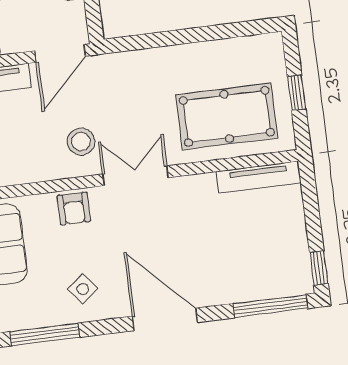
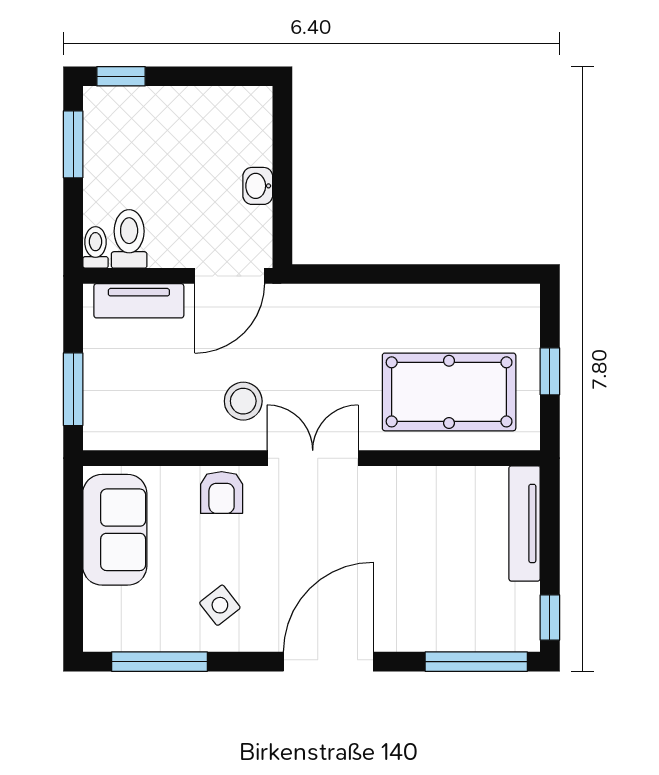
tv unit: (259, 177) -> (525, 523), moved, turned 90
door: (165, 319) -> (328, 662), hinge flipped

